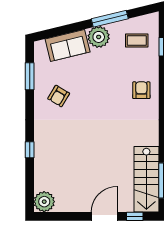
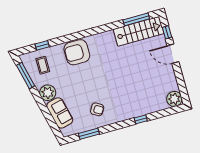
window: (110, 19) -> (26, 76), moved
armchair: (141, 90) -> (77, 52), width x1.88, depth x1.88

